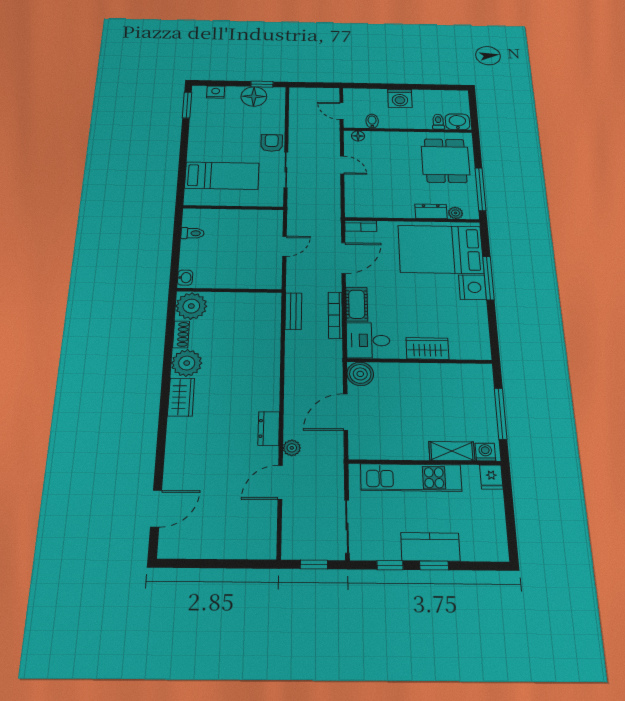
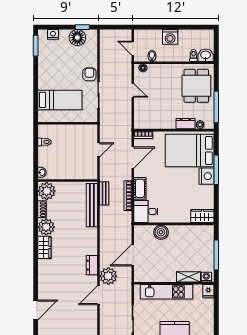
bench: (271, 329) -> (92, 205), added
wardrobe: (427, 348) -> (202, 216), moved
boiler: (360, 374) -> (161, 232), moved
plant: (292, 448) -> (108, 276), width x1.87, depth x1.87

